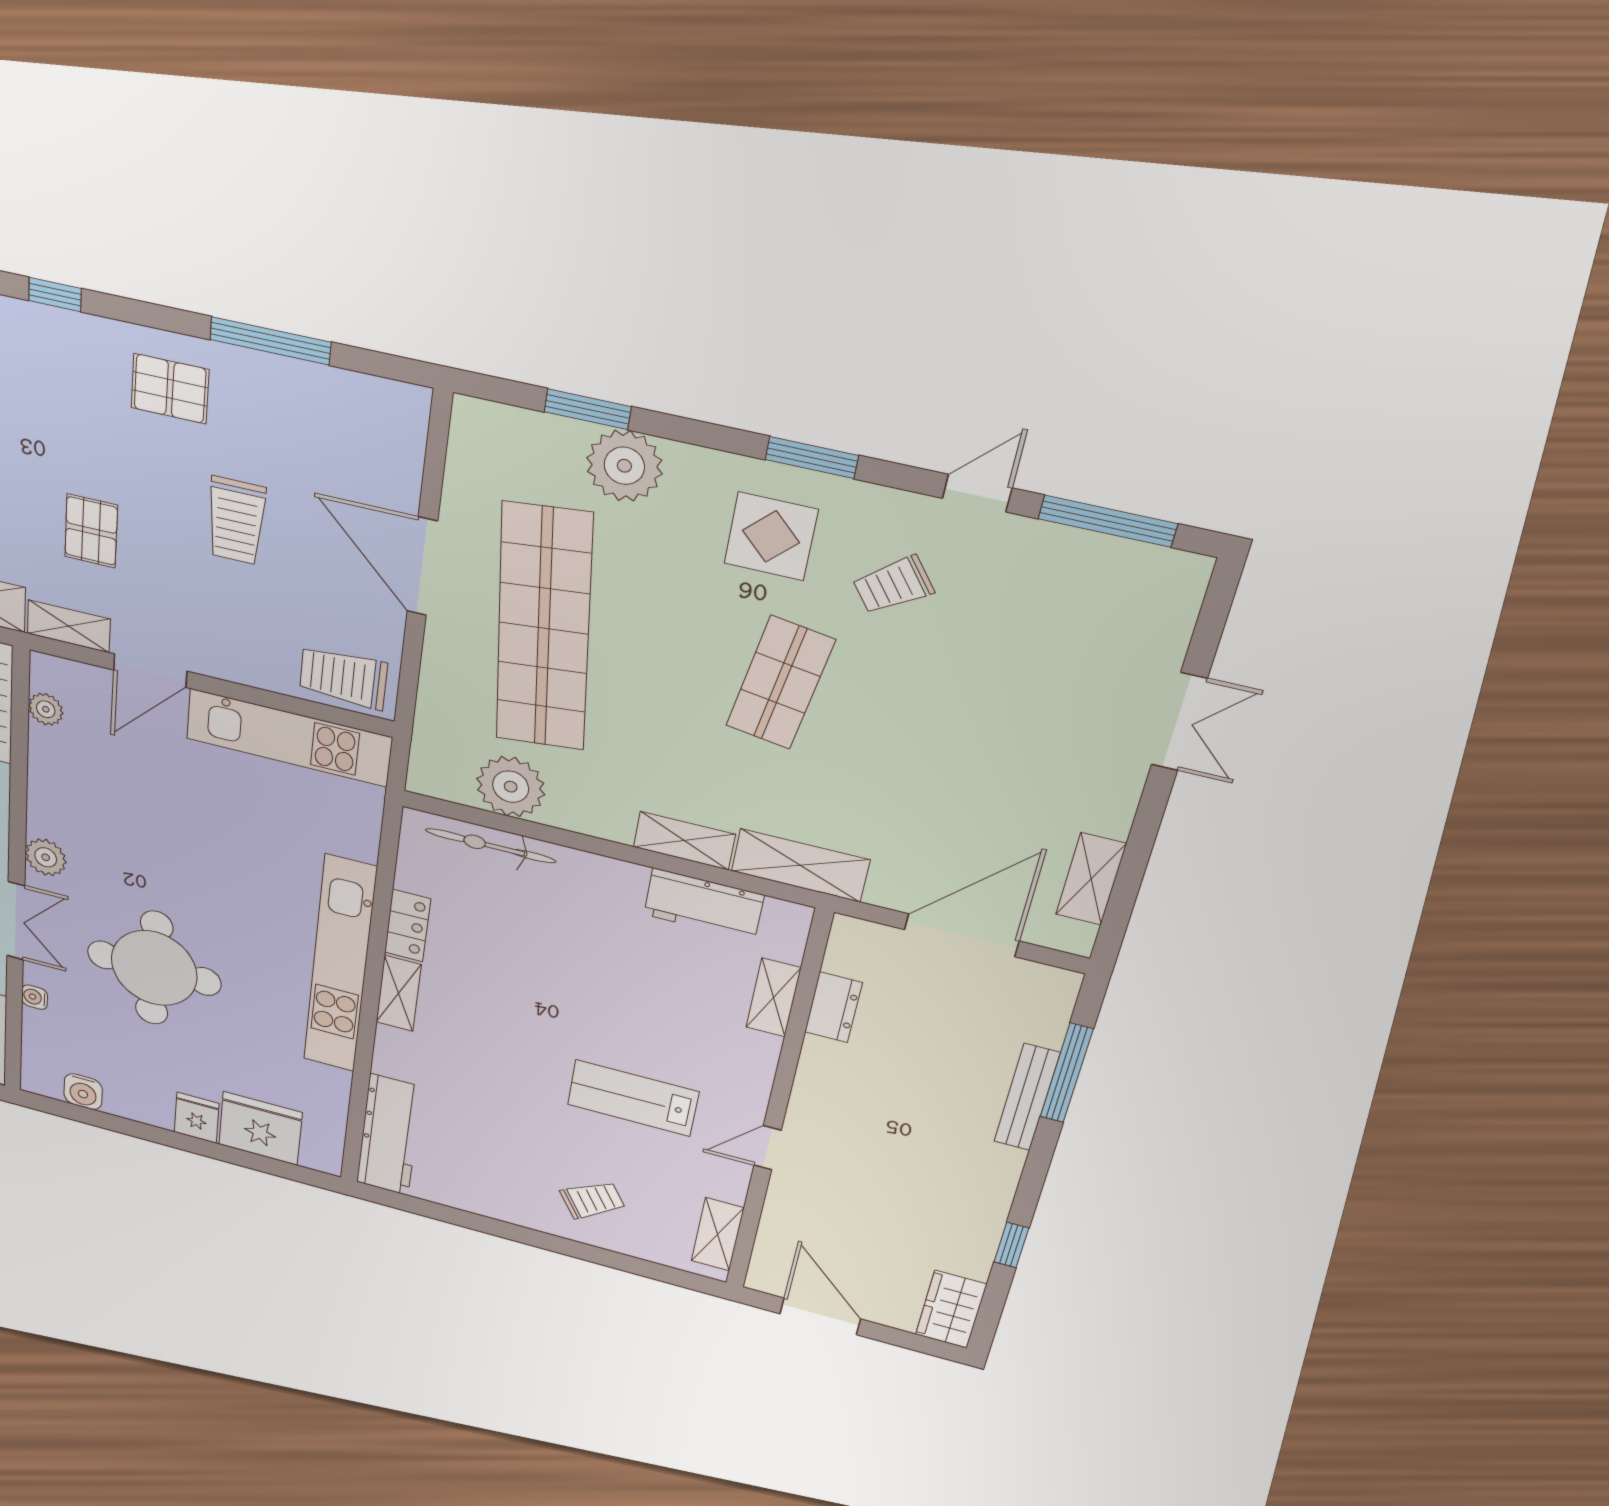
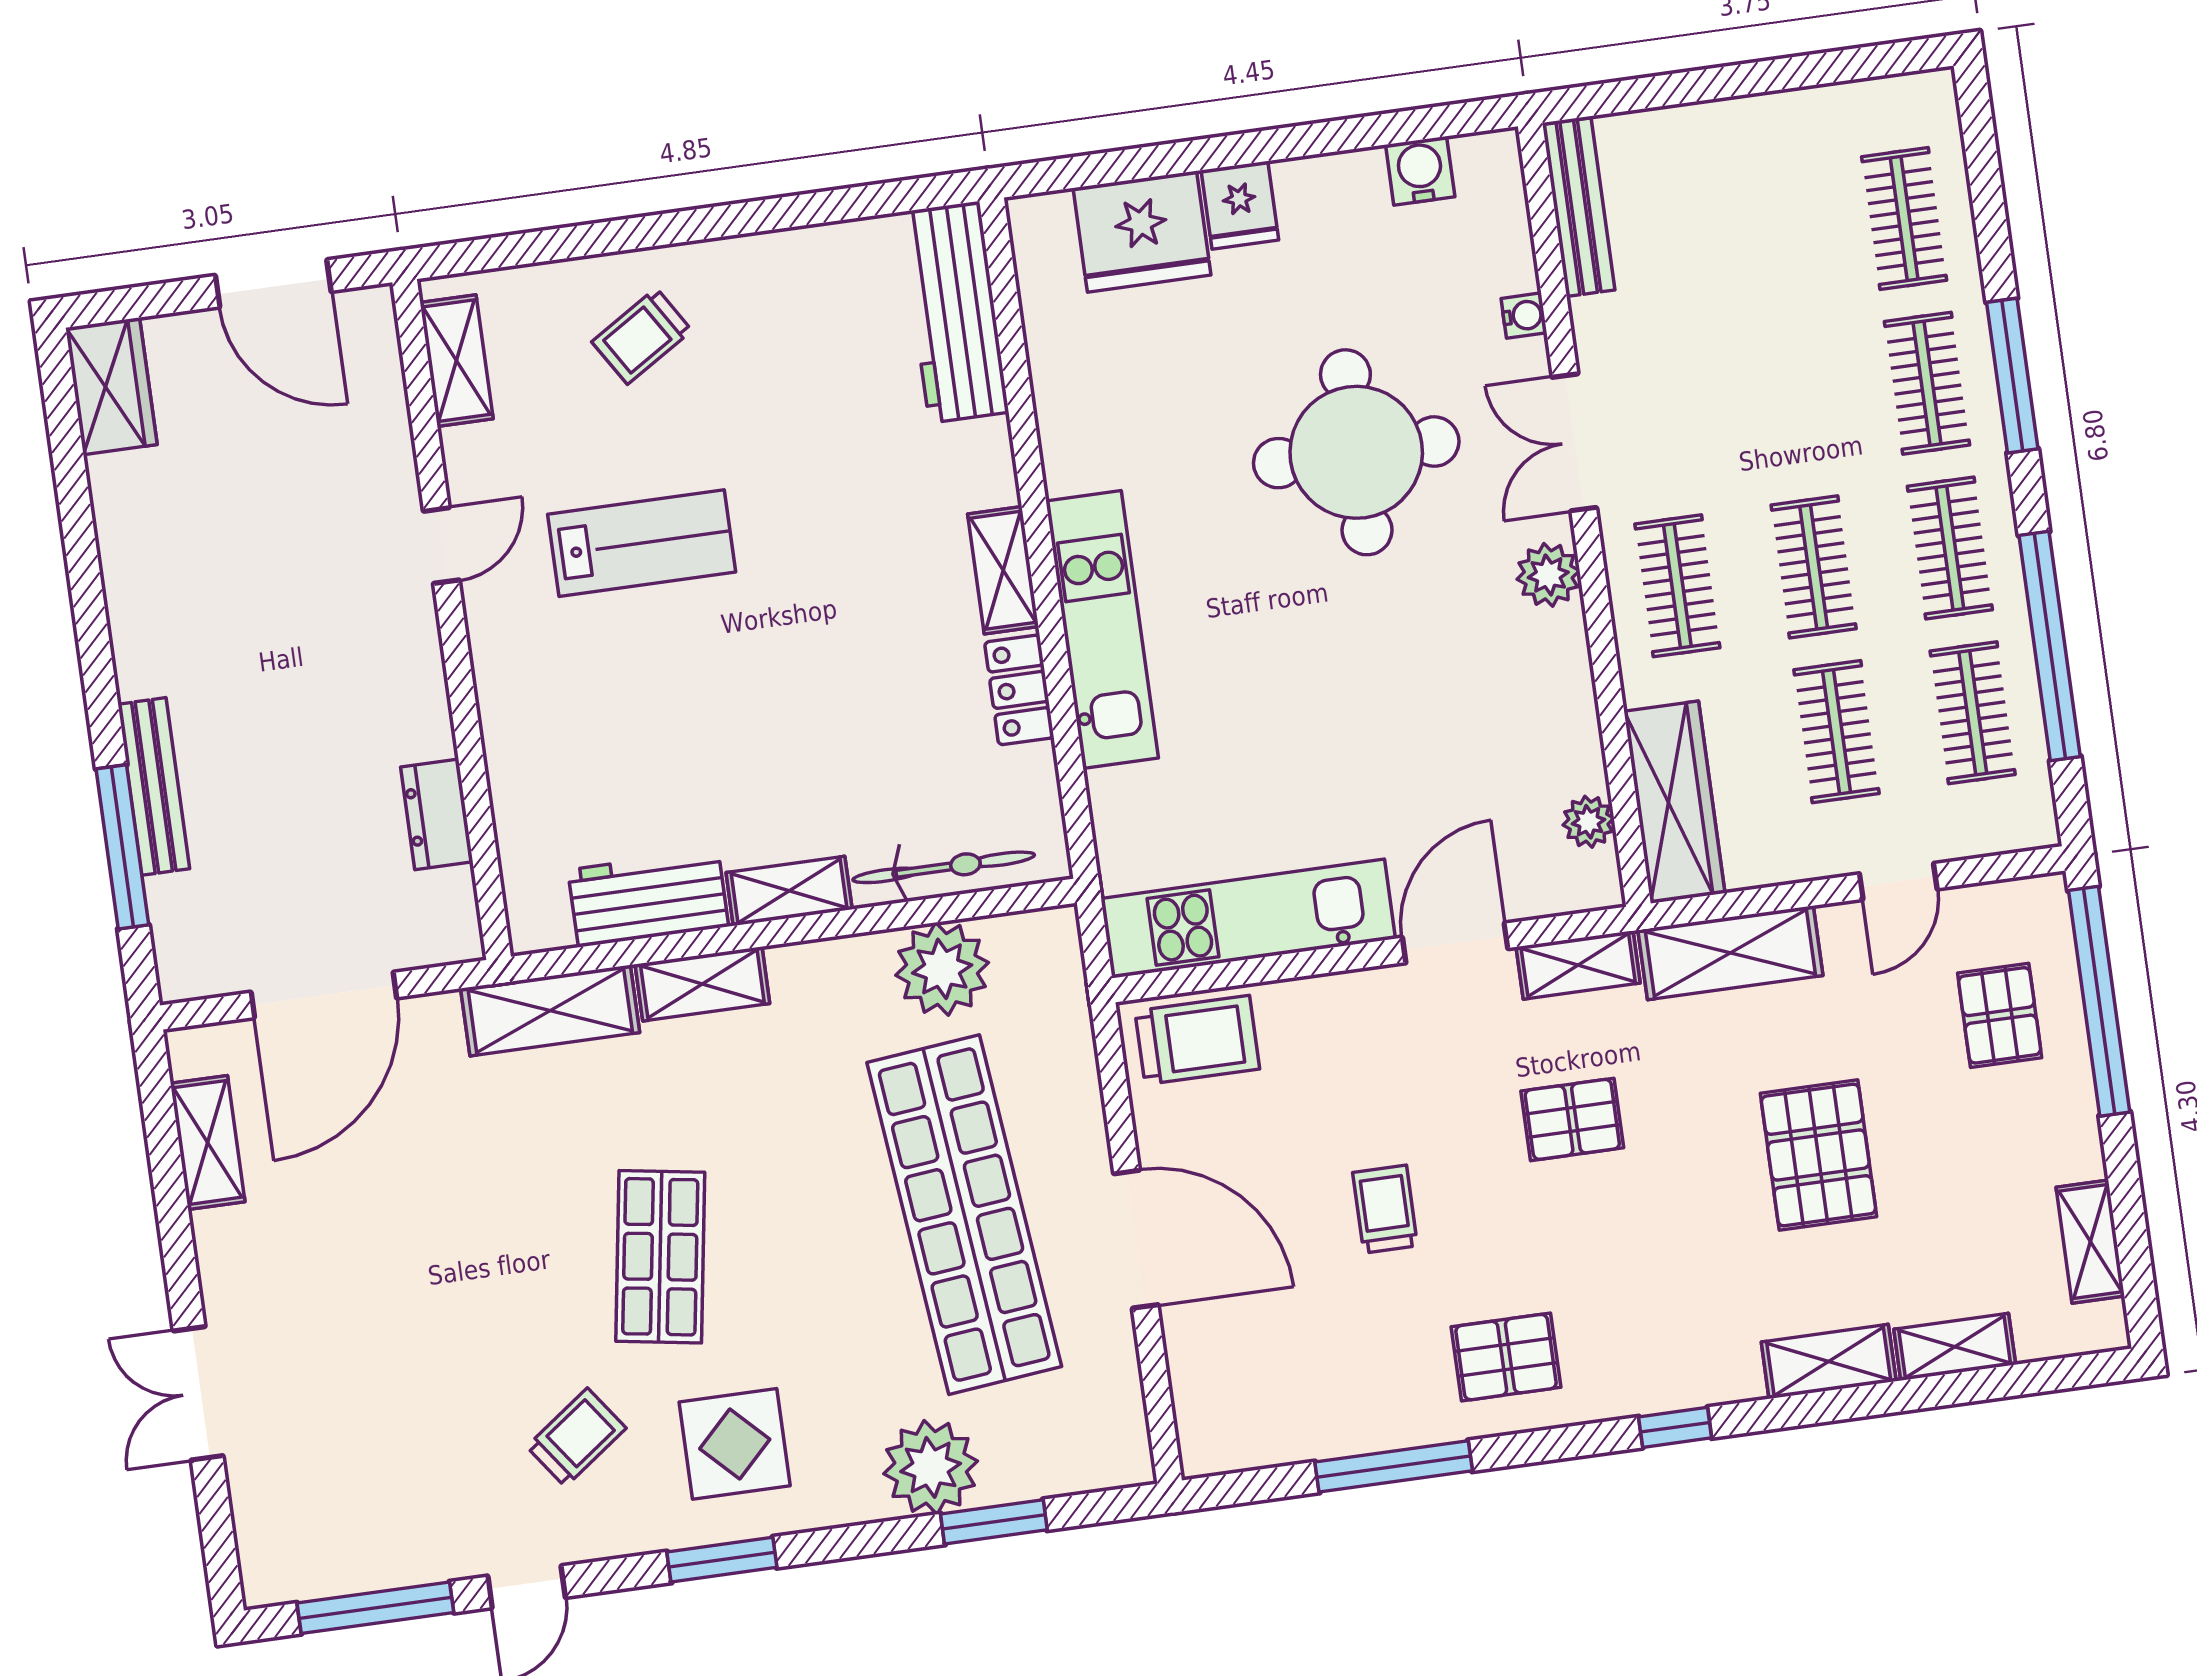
trolley: (236, 521) -> (1385, 1209), width x0.73, depth x0.72
pallet: (91, 531) -> (1572, 1119), turned 90
kitchen unit: (340, 965) -> (1102, 629), width x0.73
shelving: (773, 998) -> (789, 891), moved, turned 90
window: (1011, 1245) -> (79, 537), removed

